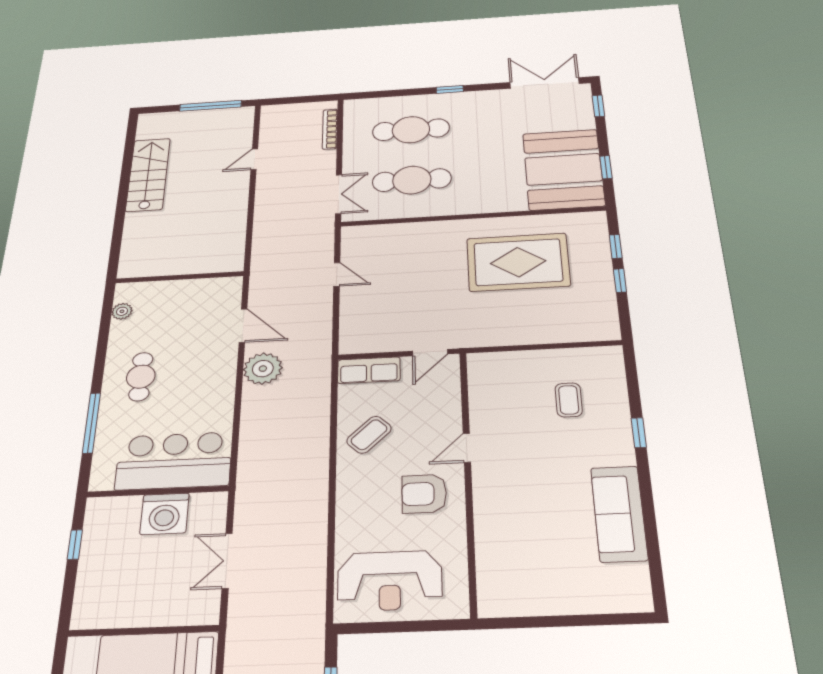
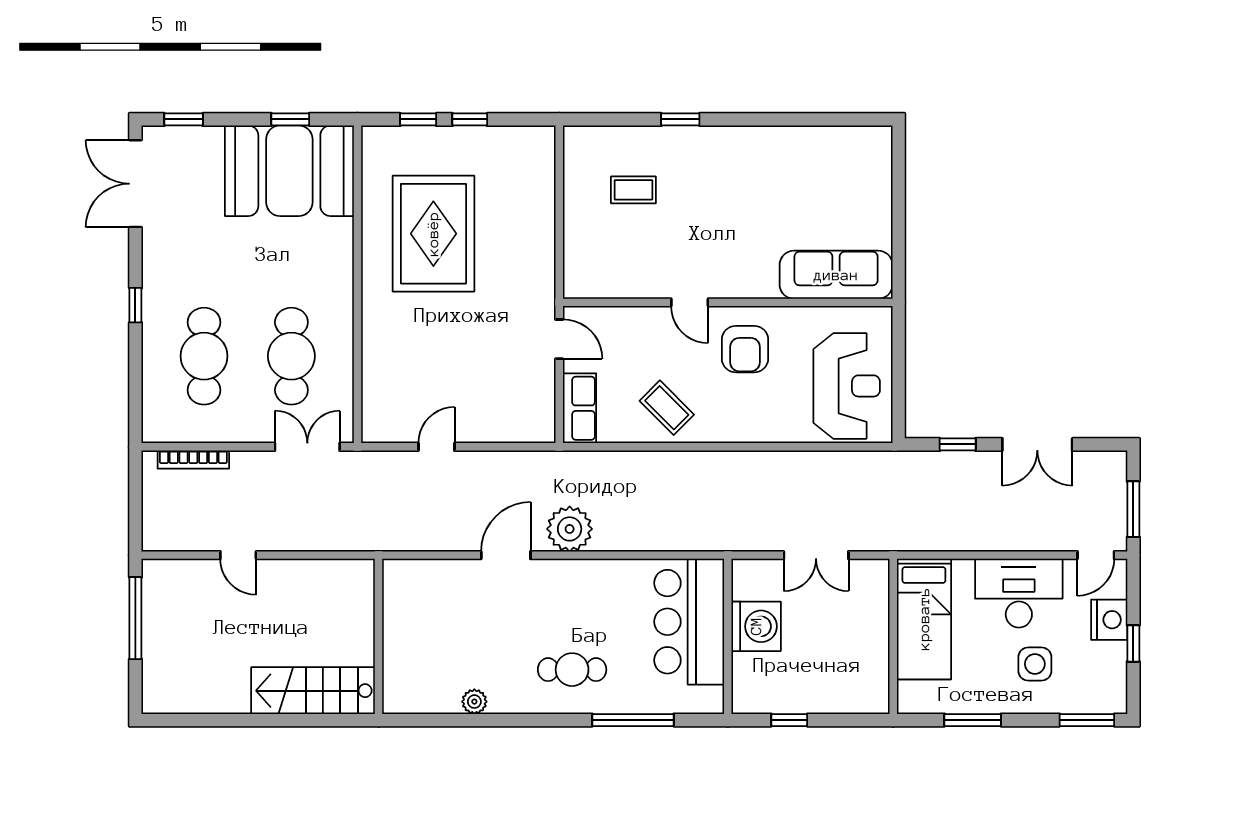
stairs: (148, 175) -> (313, 691), moved
wall: (179, 277) -> (379, 636), moved
sofa: (619, 514) -> (836, 275), moved, turned 180

